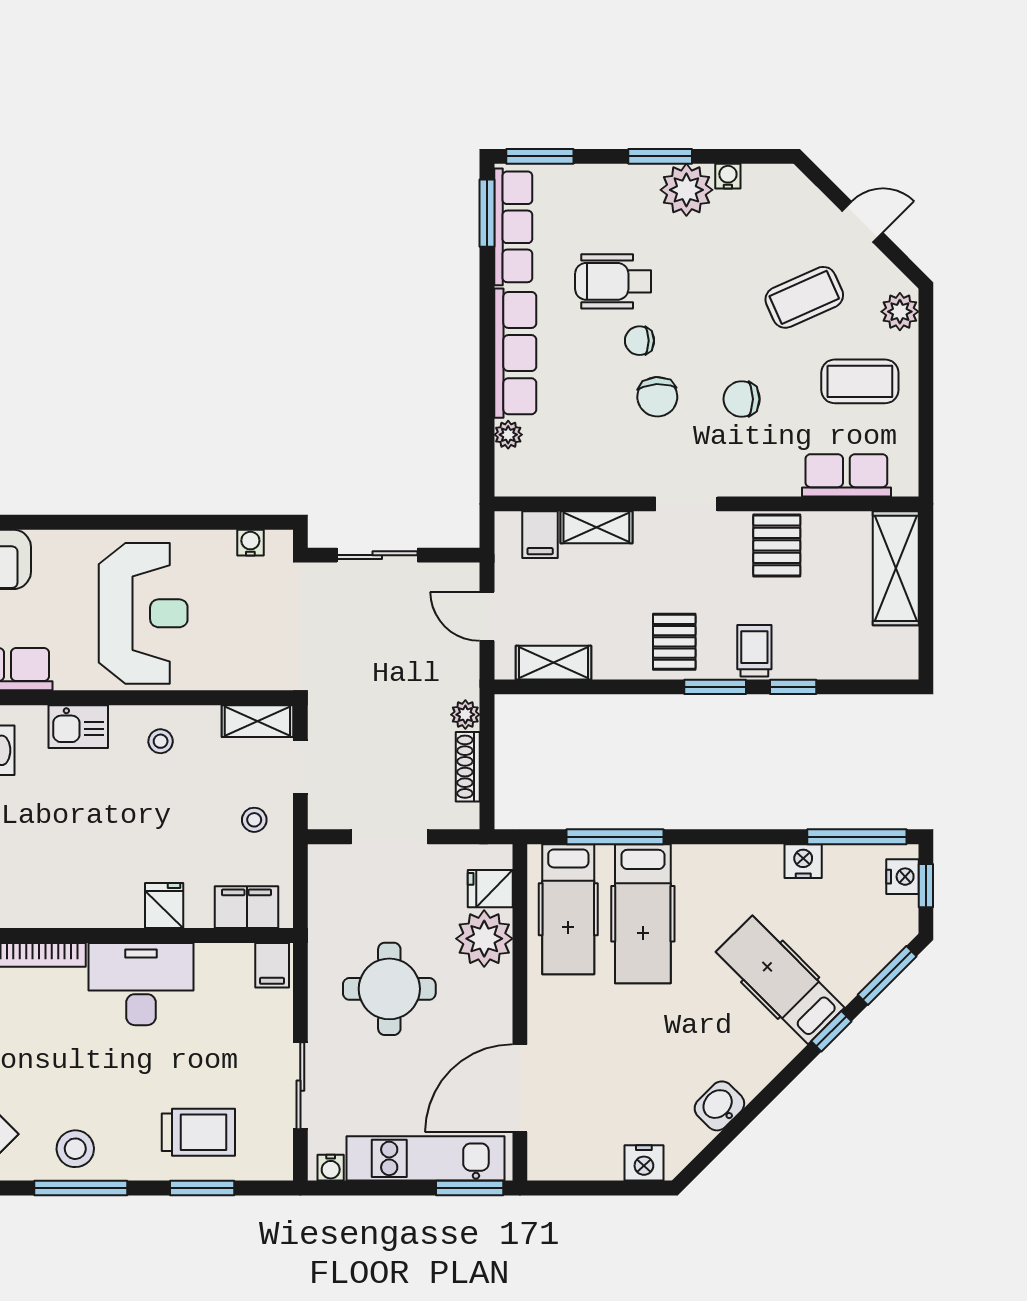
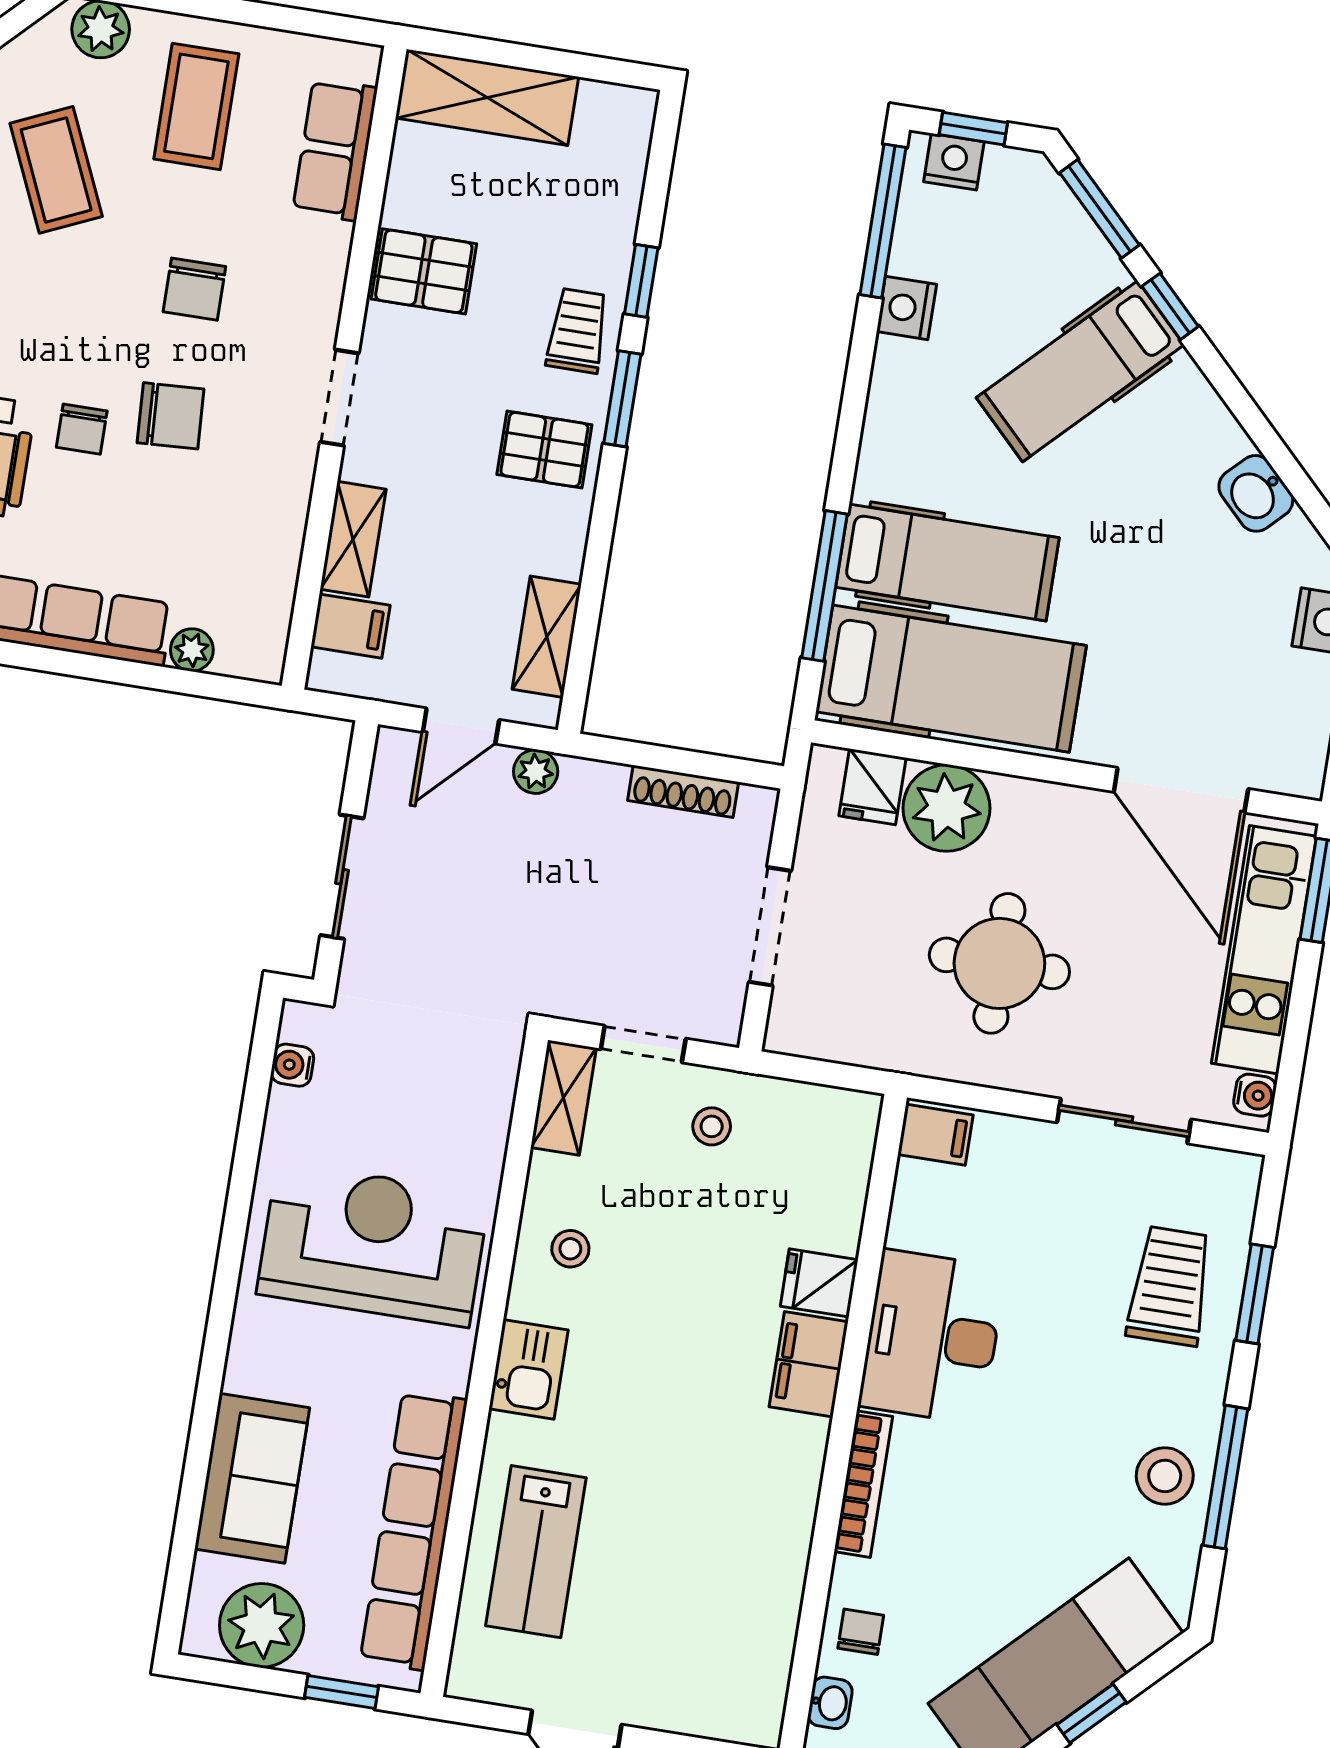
trolley: (754, 651) -> (577, 331), turned 90
plant: (465, 715) -> (536, 772), moved
filing cabinet: (247, 907) -> (809, 1364), moved
hospital bed: (568, 909) -> (951, 679), width x1.37, depth x1.29

